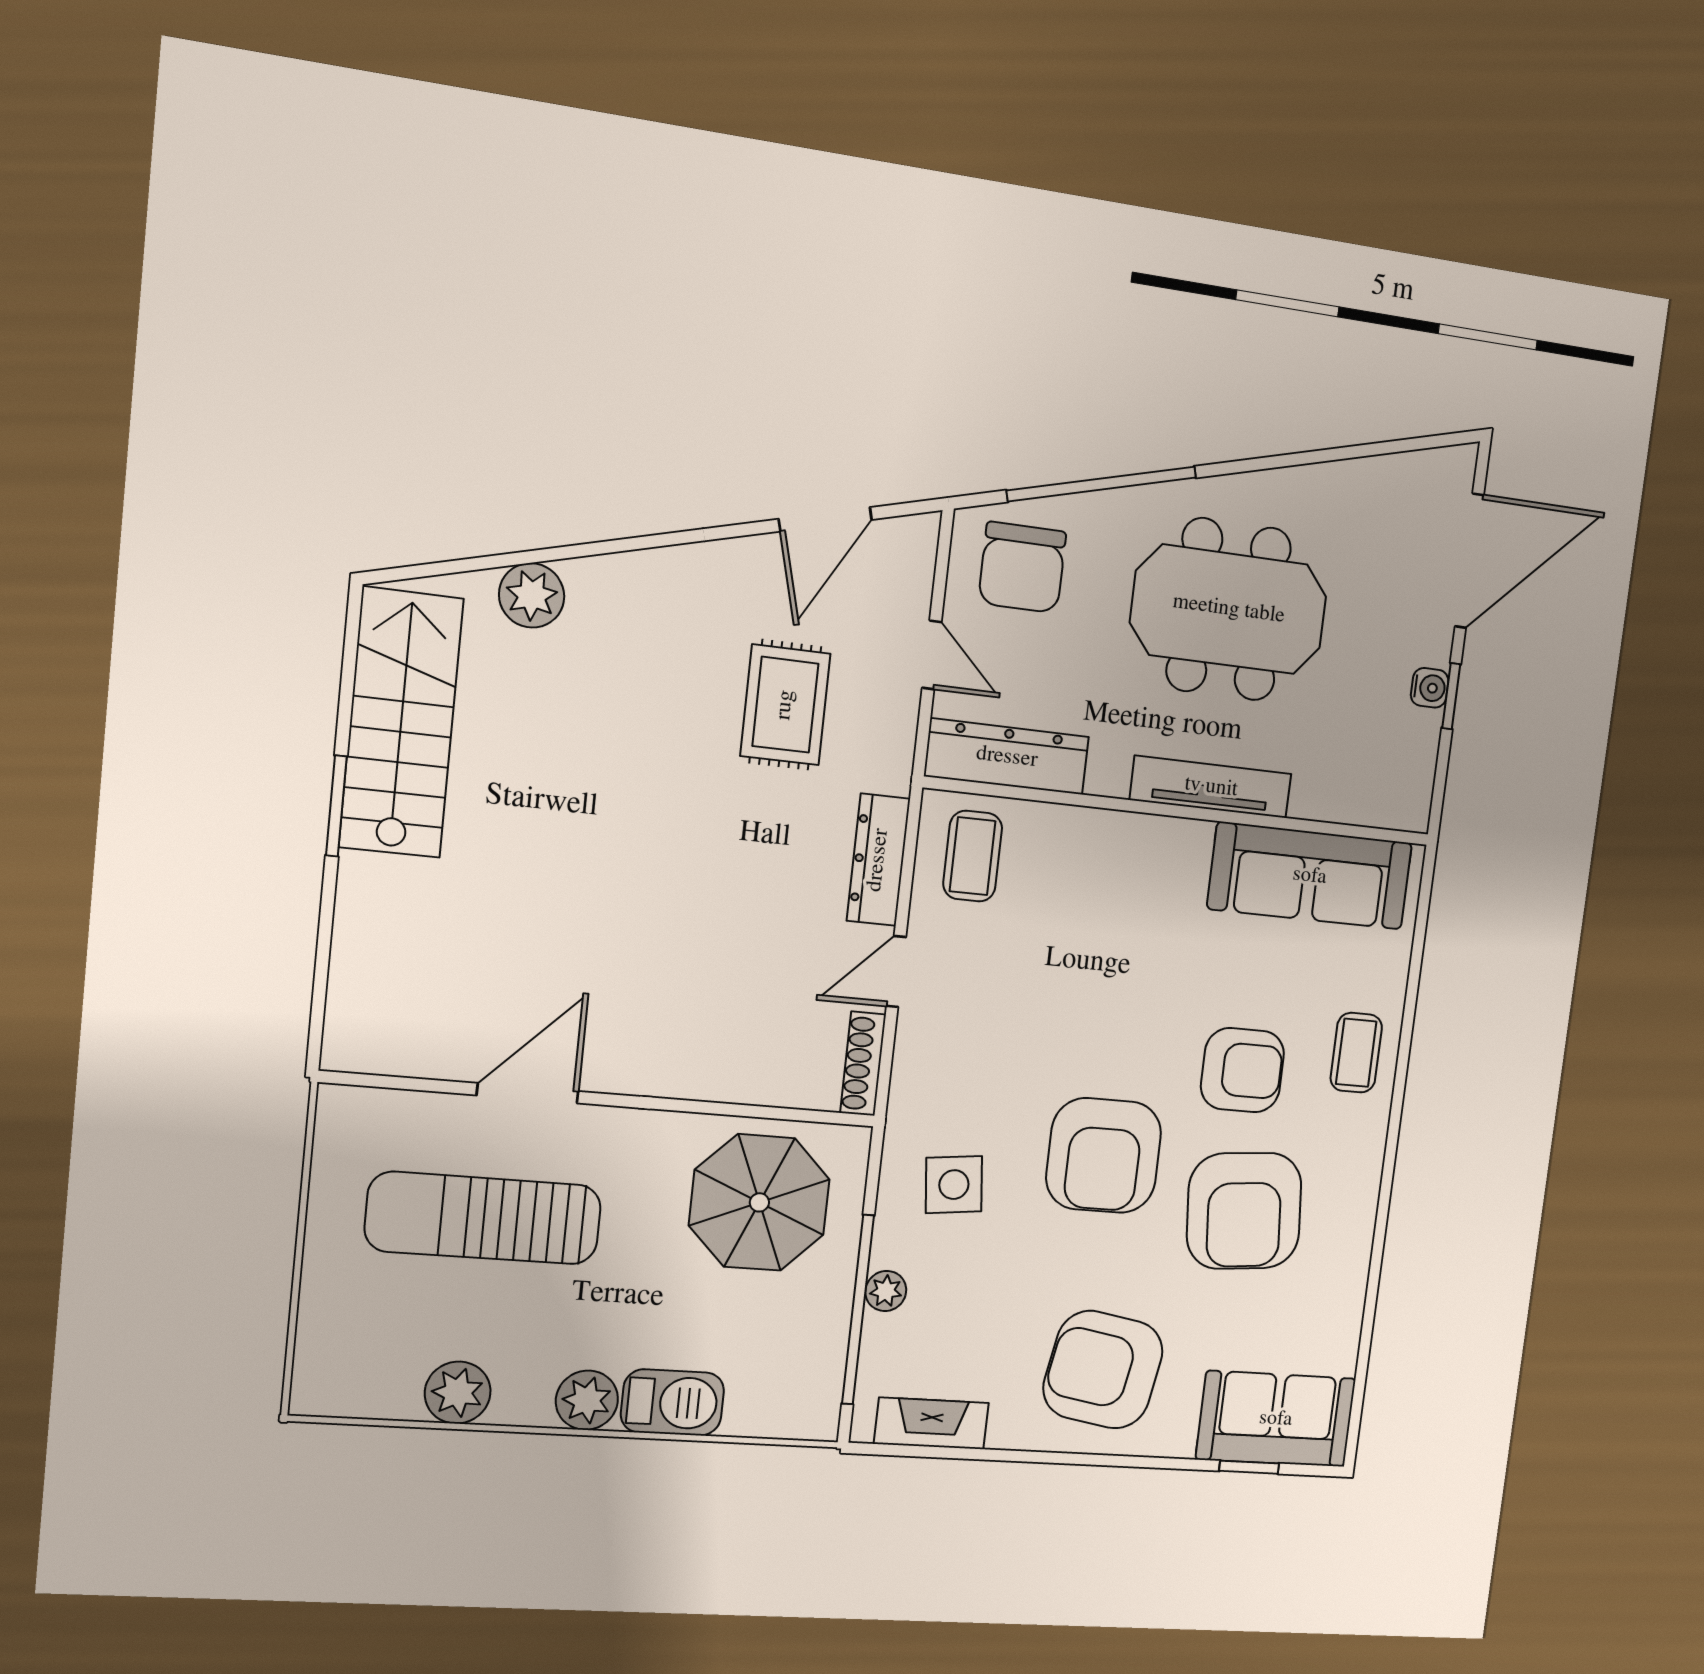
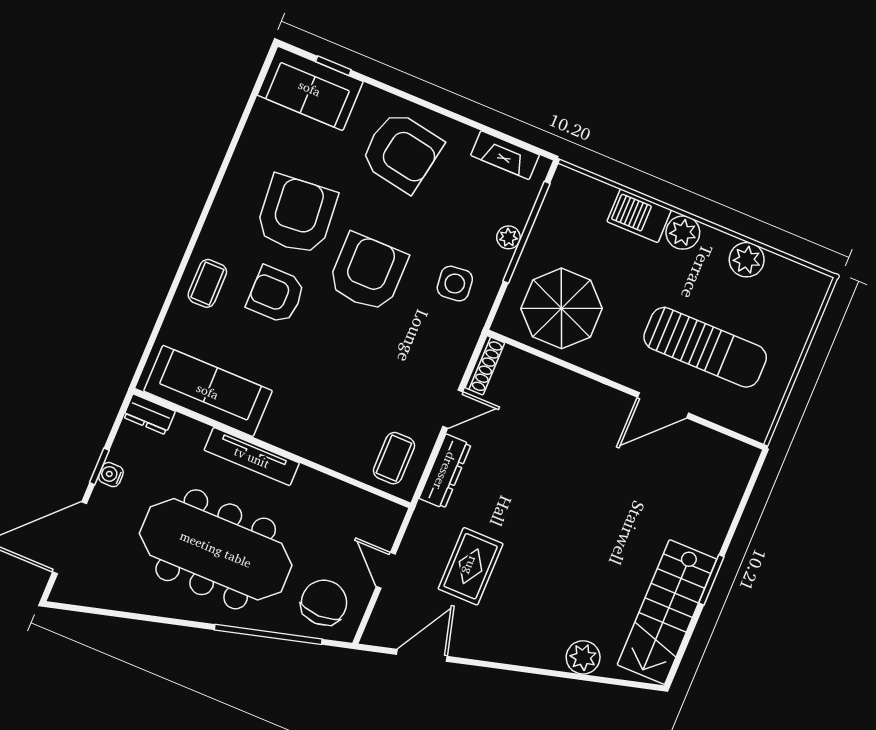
meeting table: (1229, 609) -> (216, 549), width x1.36
dresser: (1007, 757) -> (149, 414), moved, width x0.51, depth x0.80

